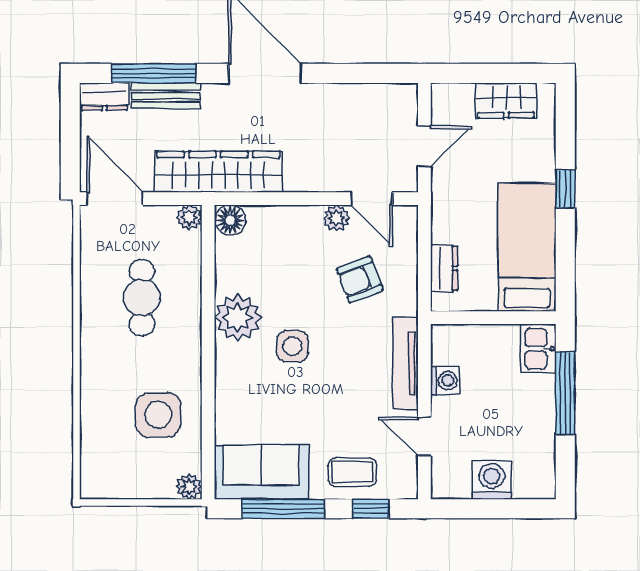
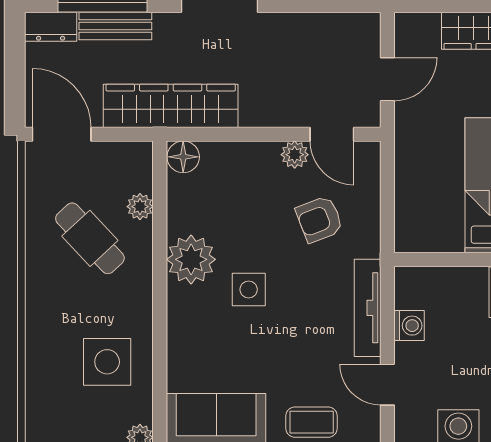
plant: (189, 218) -> (140, 207), moved
dresser: (444, 268) -> (408, 207), removed
cafe table: (142, 298) -> (90, 238), turned -43

